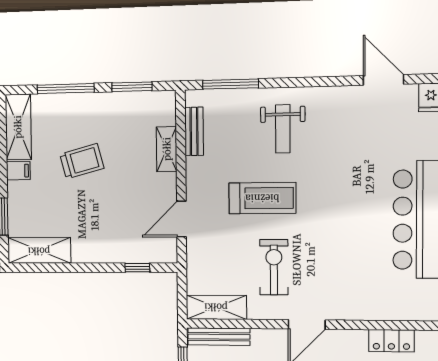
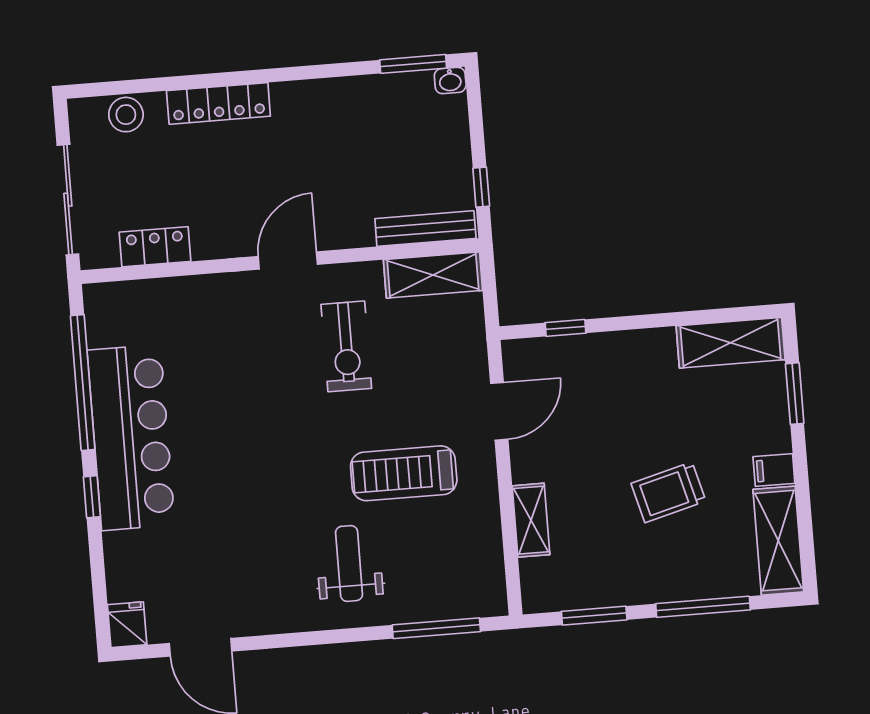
bench: (194, 131) -> (489, 551), removed
treadmill: (262, 198) -> (404, 473), moved

